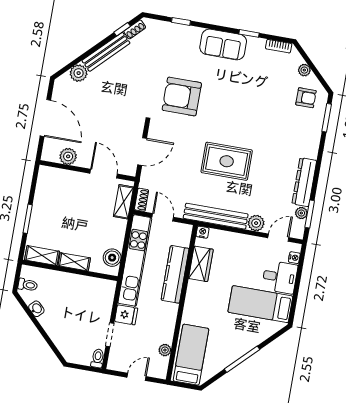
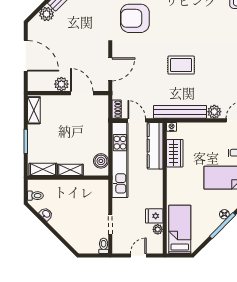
plant: (68, 156) -> (61, 84), moved
rug: (227, 161) -> (181, 65), width x0.73, depth x0.70
shelving: (123, 202) -> (34, 110), moved
kitchen counter: (175, 274) -> (155, 146), moved
fridge: (126, 315) -> (154, 216), moved, turned 180
floor lamp: (247, 346) -> (224, 214), added

